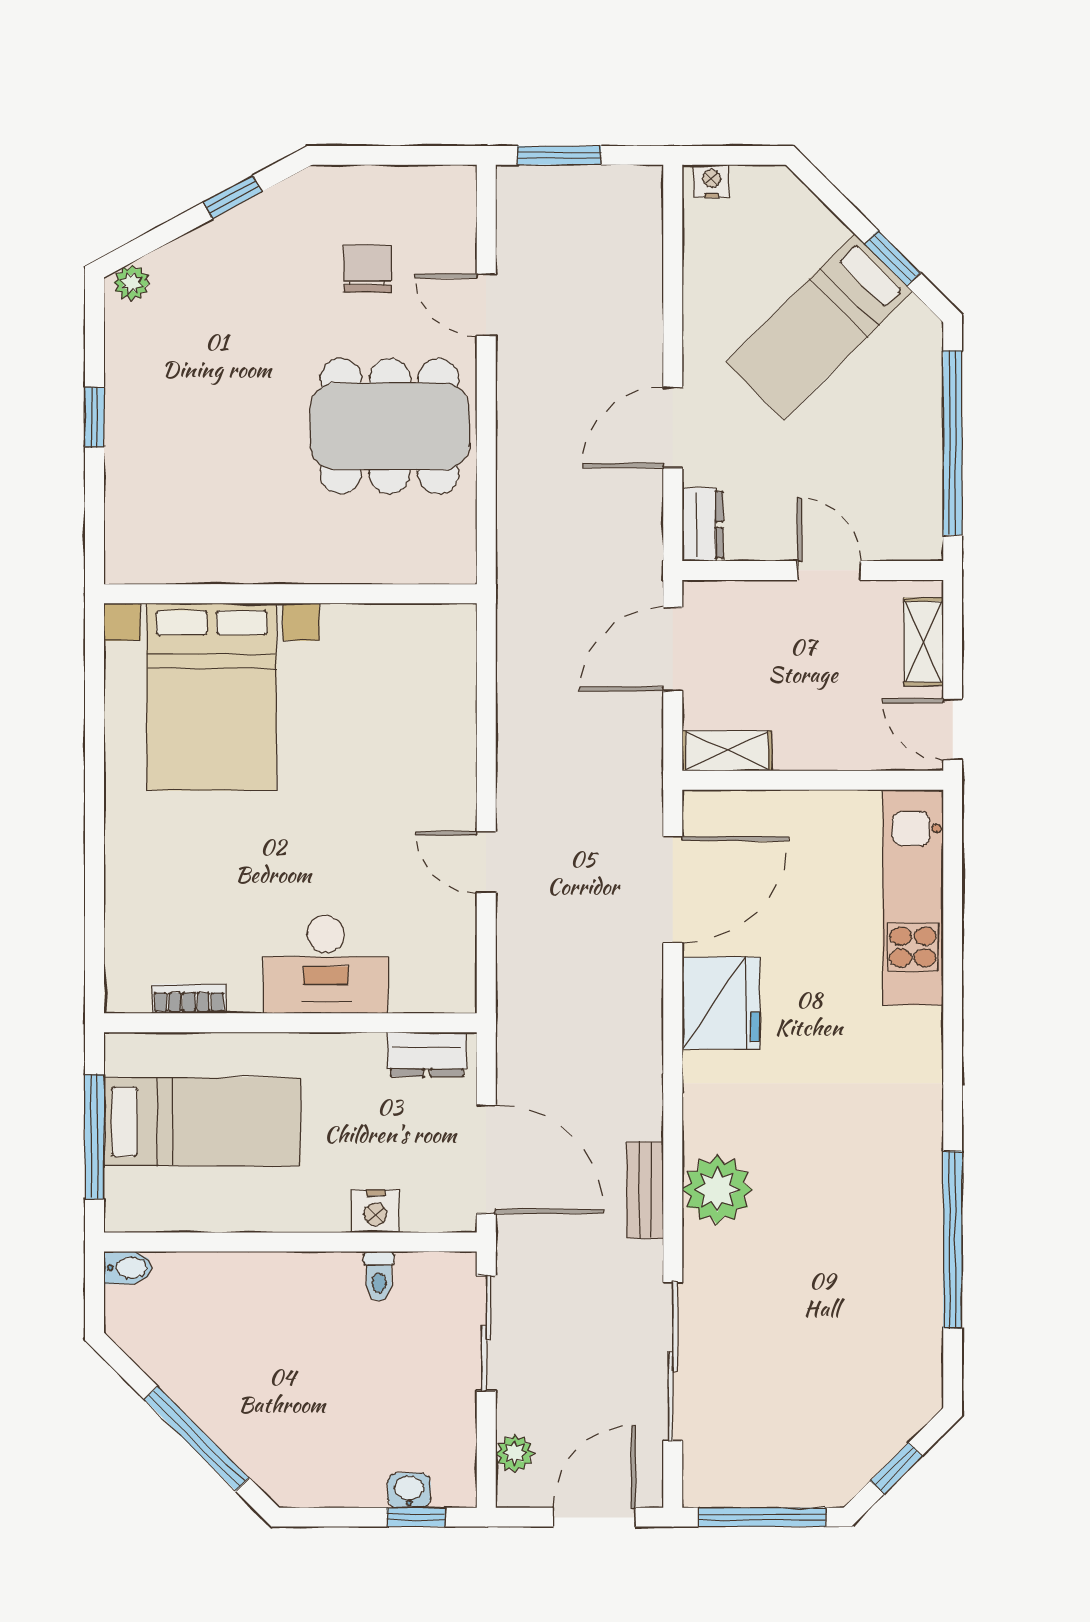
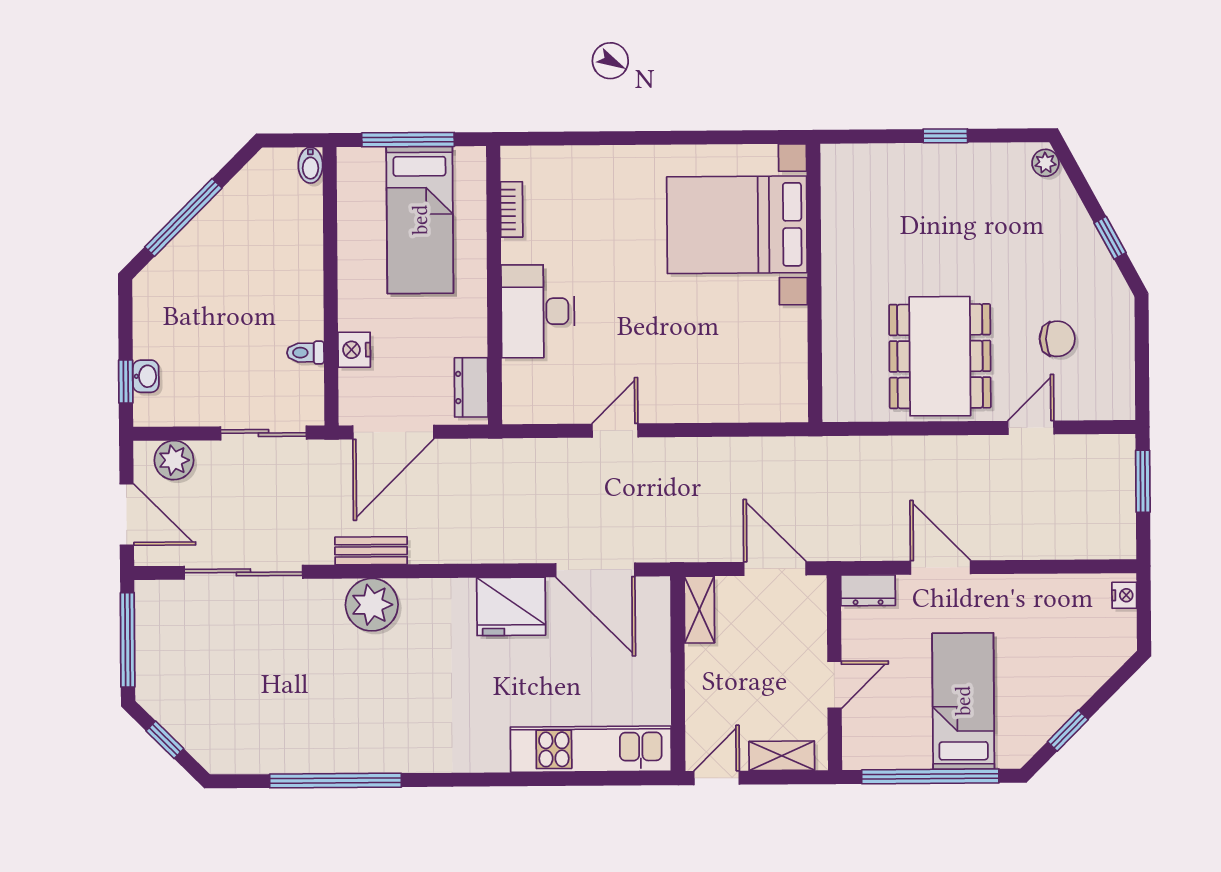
bed: (819, 327) -> (963, 701), moved, turned 45
plant: (515, 1453) -> (174, 460), width x1.38, depth x1.38

